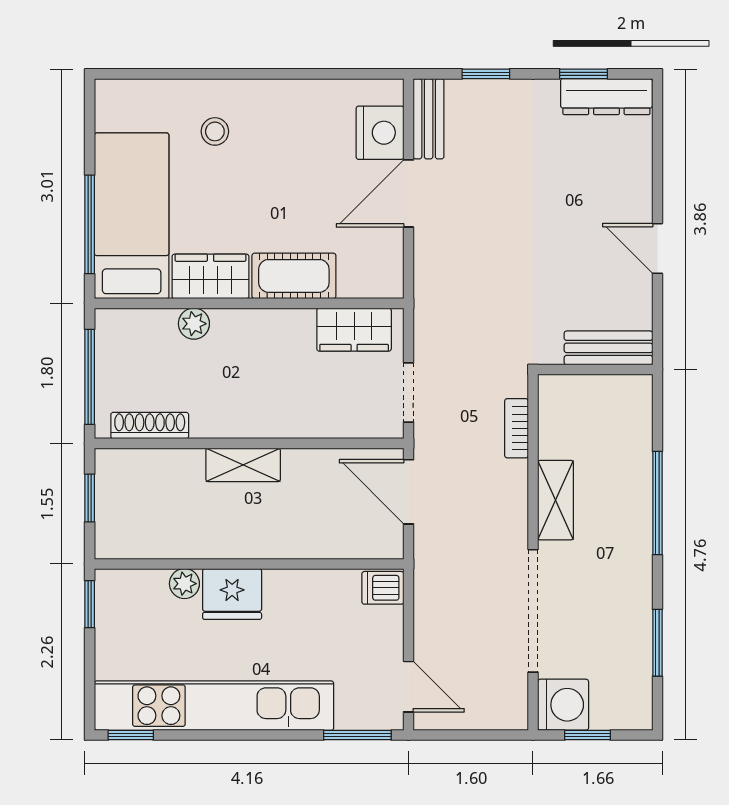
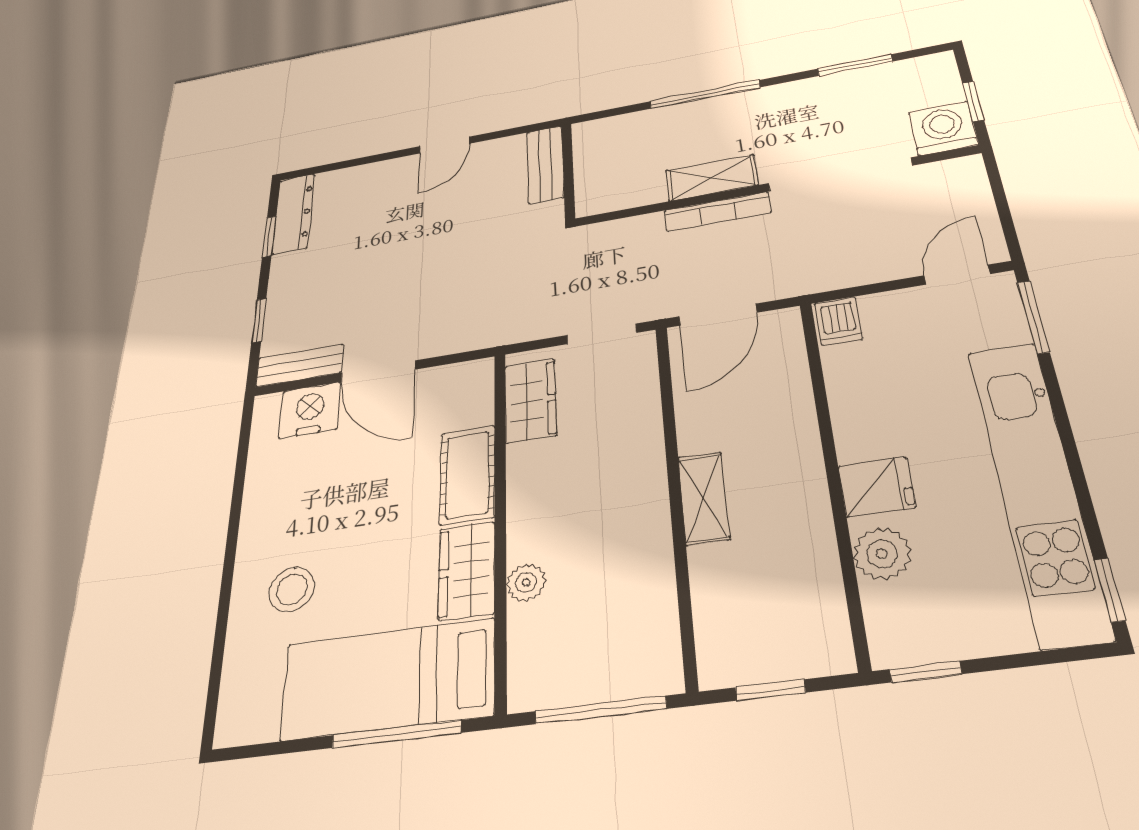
stool: (215, 131) -> (292, 589), width x1.37, depth x1.37
shoe rack: (150, 425) -> (662, 621), removed
bookcase: (517, 428) -> (717, 212), moved, width x1.56
plant: (184, 584) -> (882, 554), width x1.38, depth x1.38
fridge: (232, 594) -> (877, 487), width x0.72

